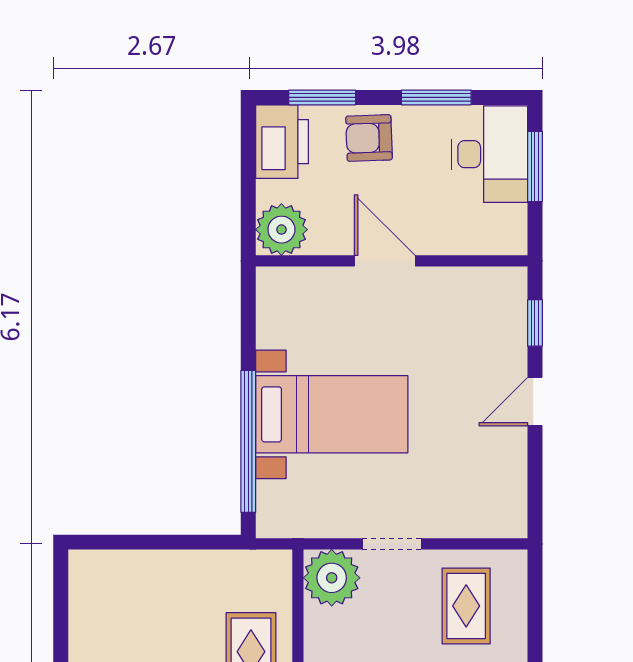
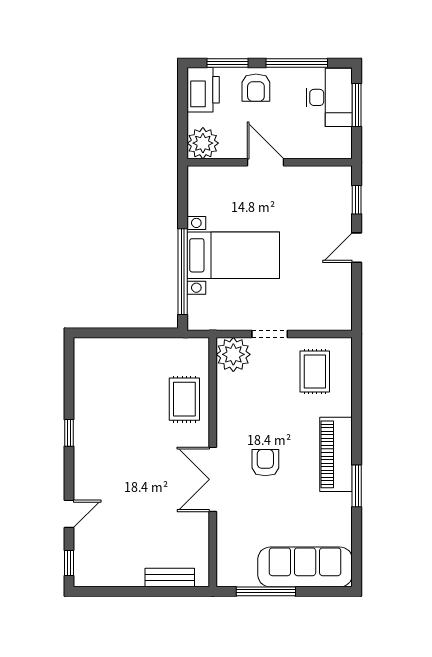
window: (436, 97) -> (297, 63), width x1.44
armchair: (369, 138) -> (256, 88), turned -88

